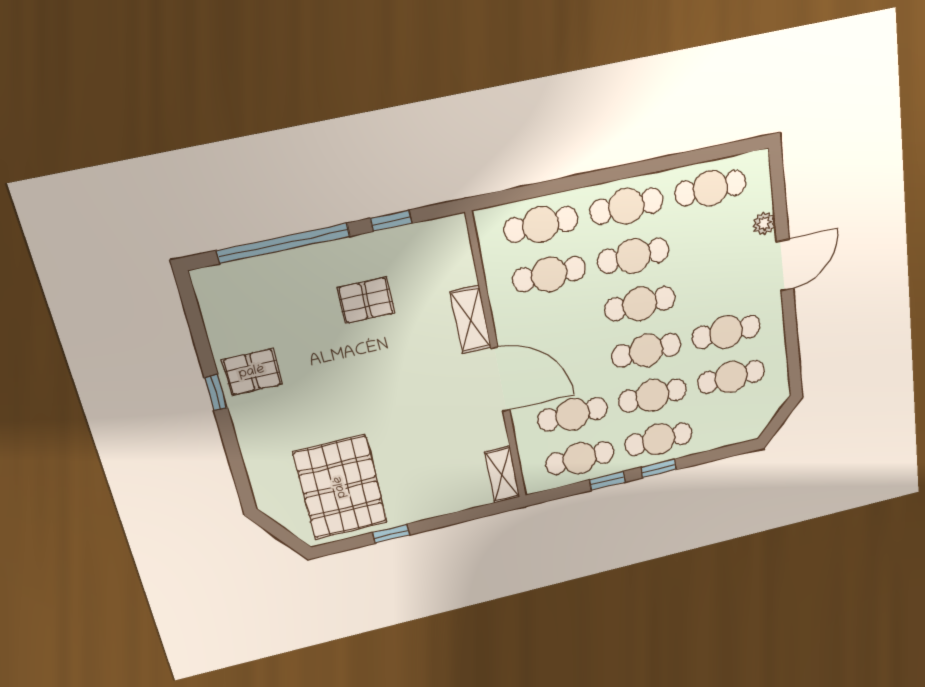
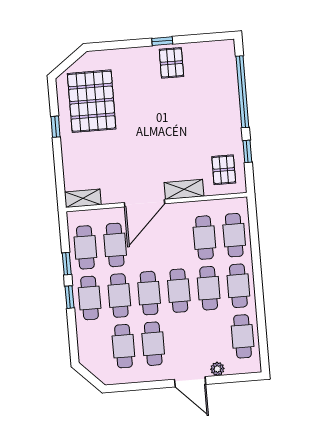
pallet: (366, 300) -> (224, 170), moved
pallet: (340, 487) -> (92, 101), turned 90

